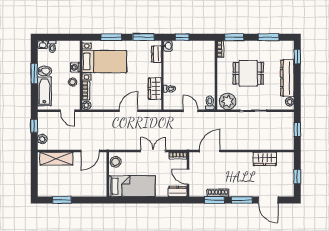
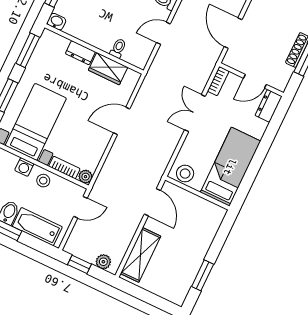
dresser: (157, 54) -> (80, 53), moved
door: (129, 111) -> (122, 121), hinge flipped

